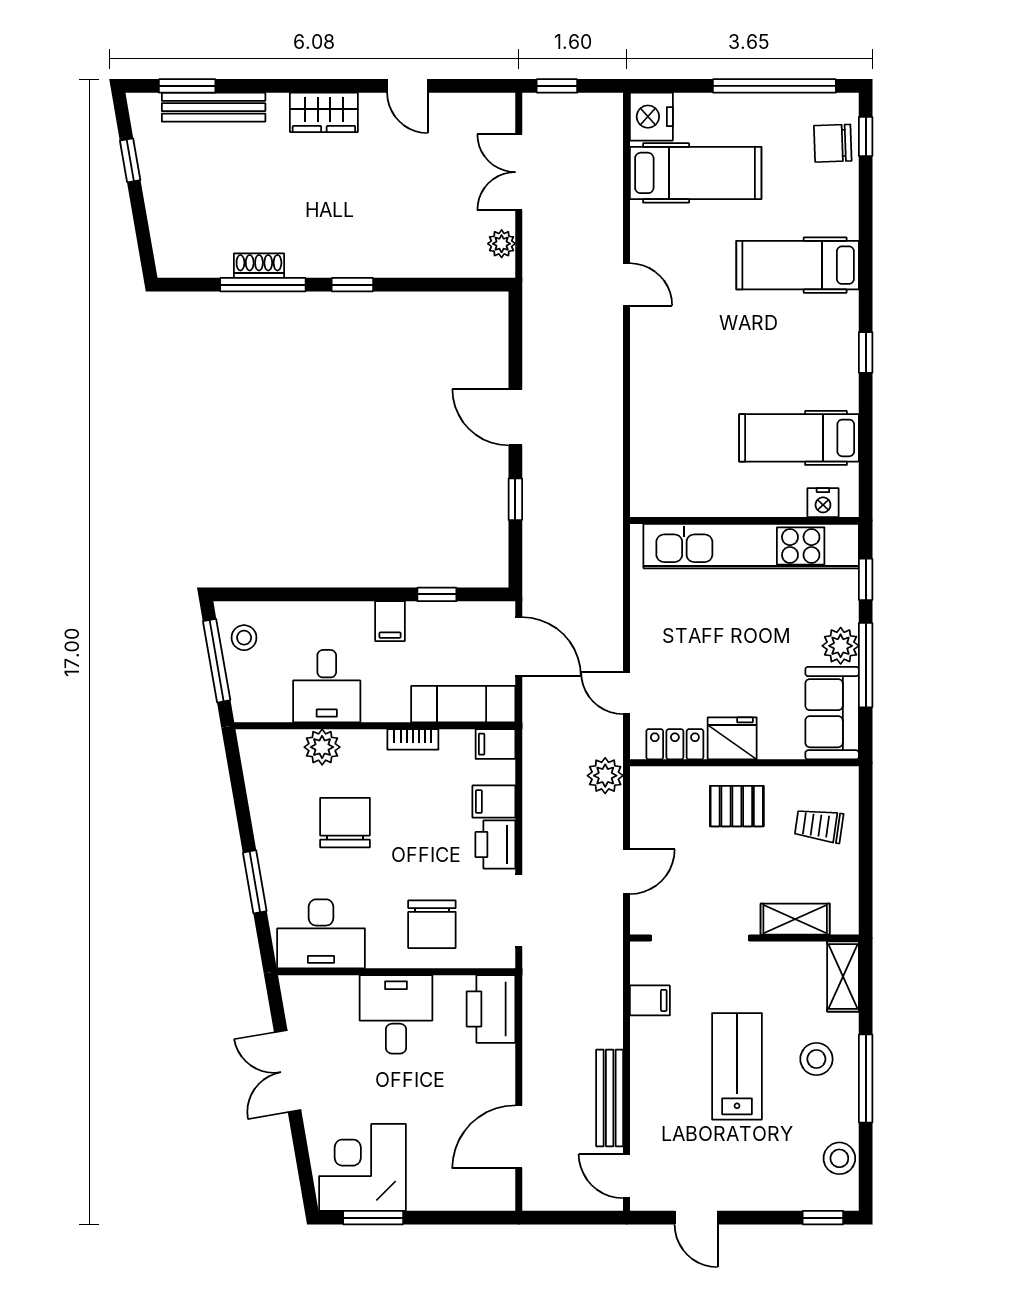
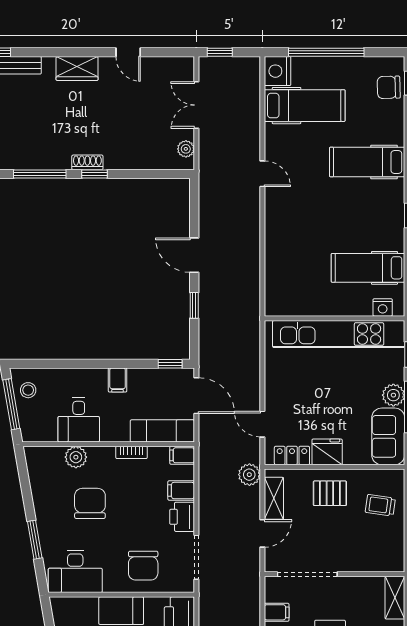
window: (774, 86) -> (326, 52), moved
shoe rack: (259, 266) -> (87, 162), moved
window: (437, 594) -> (170, 364), moved
shelving: (795, 919) -> (274, 498), moved, turned 90

